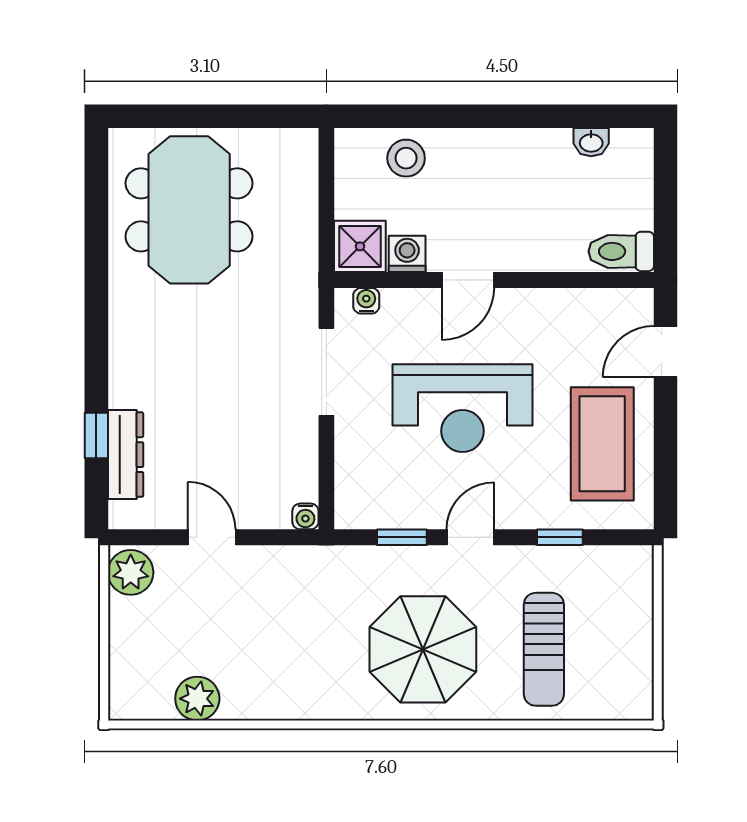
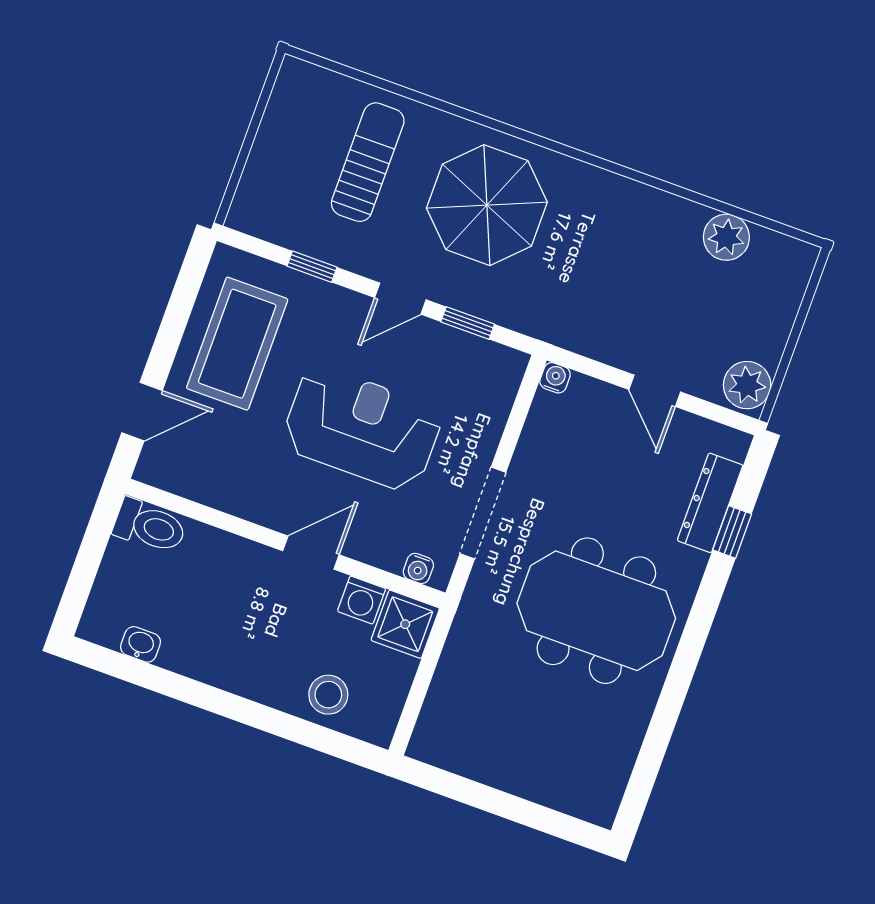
meeting table: (189, 210) -> (596, 611), moved, turned 90

